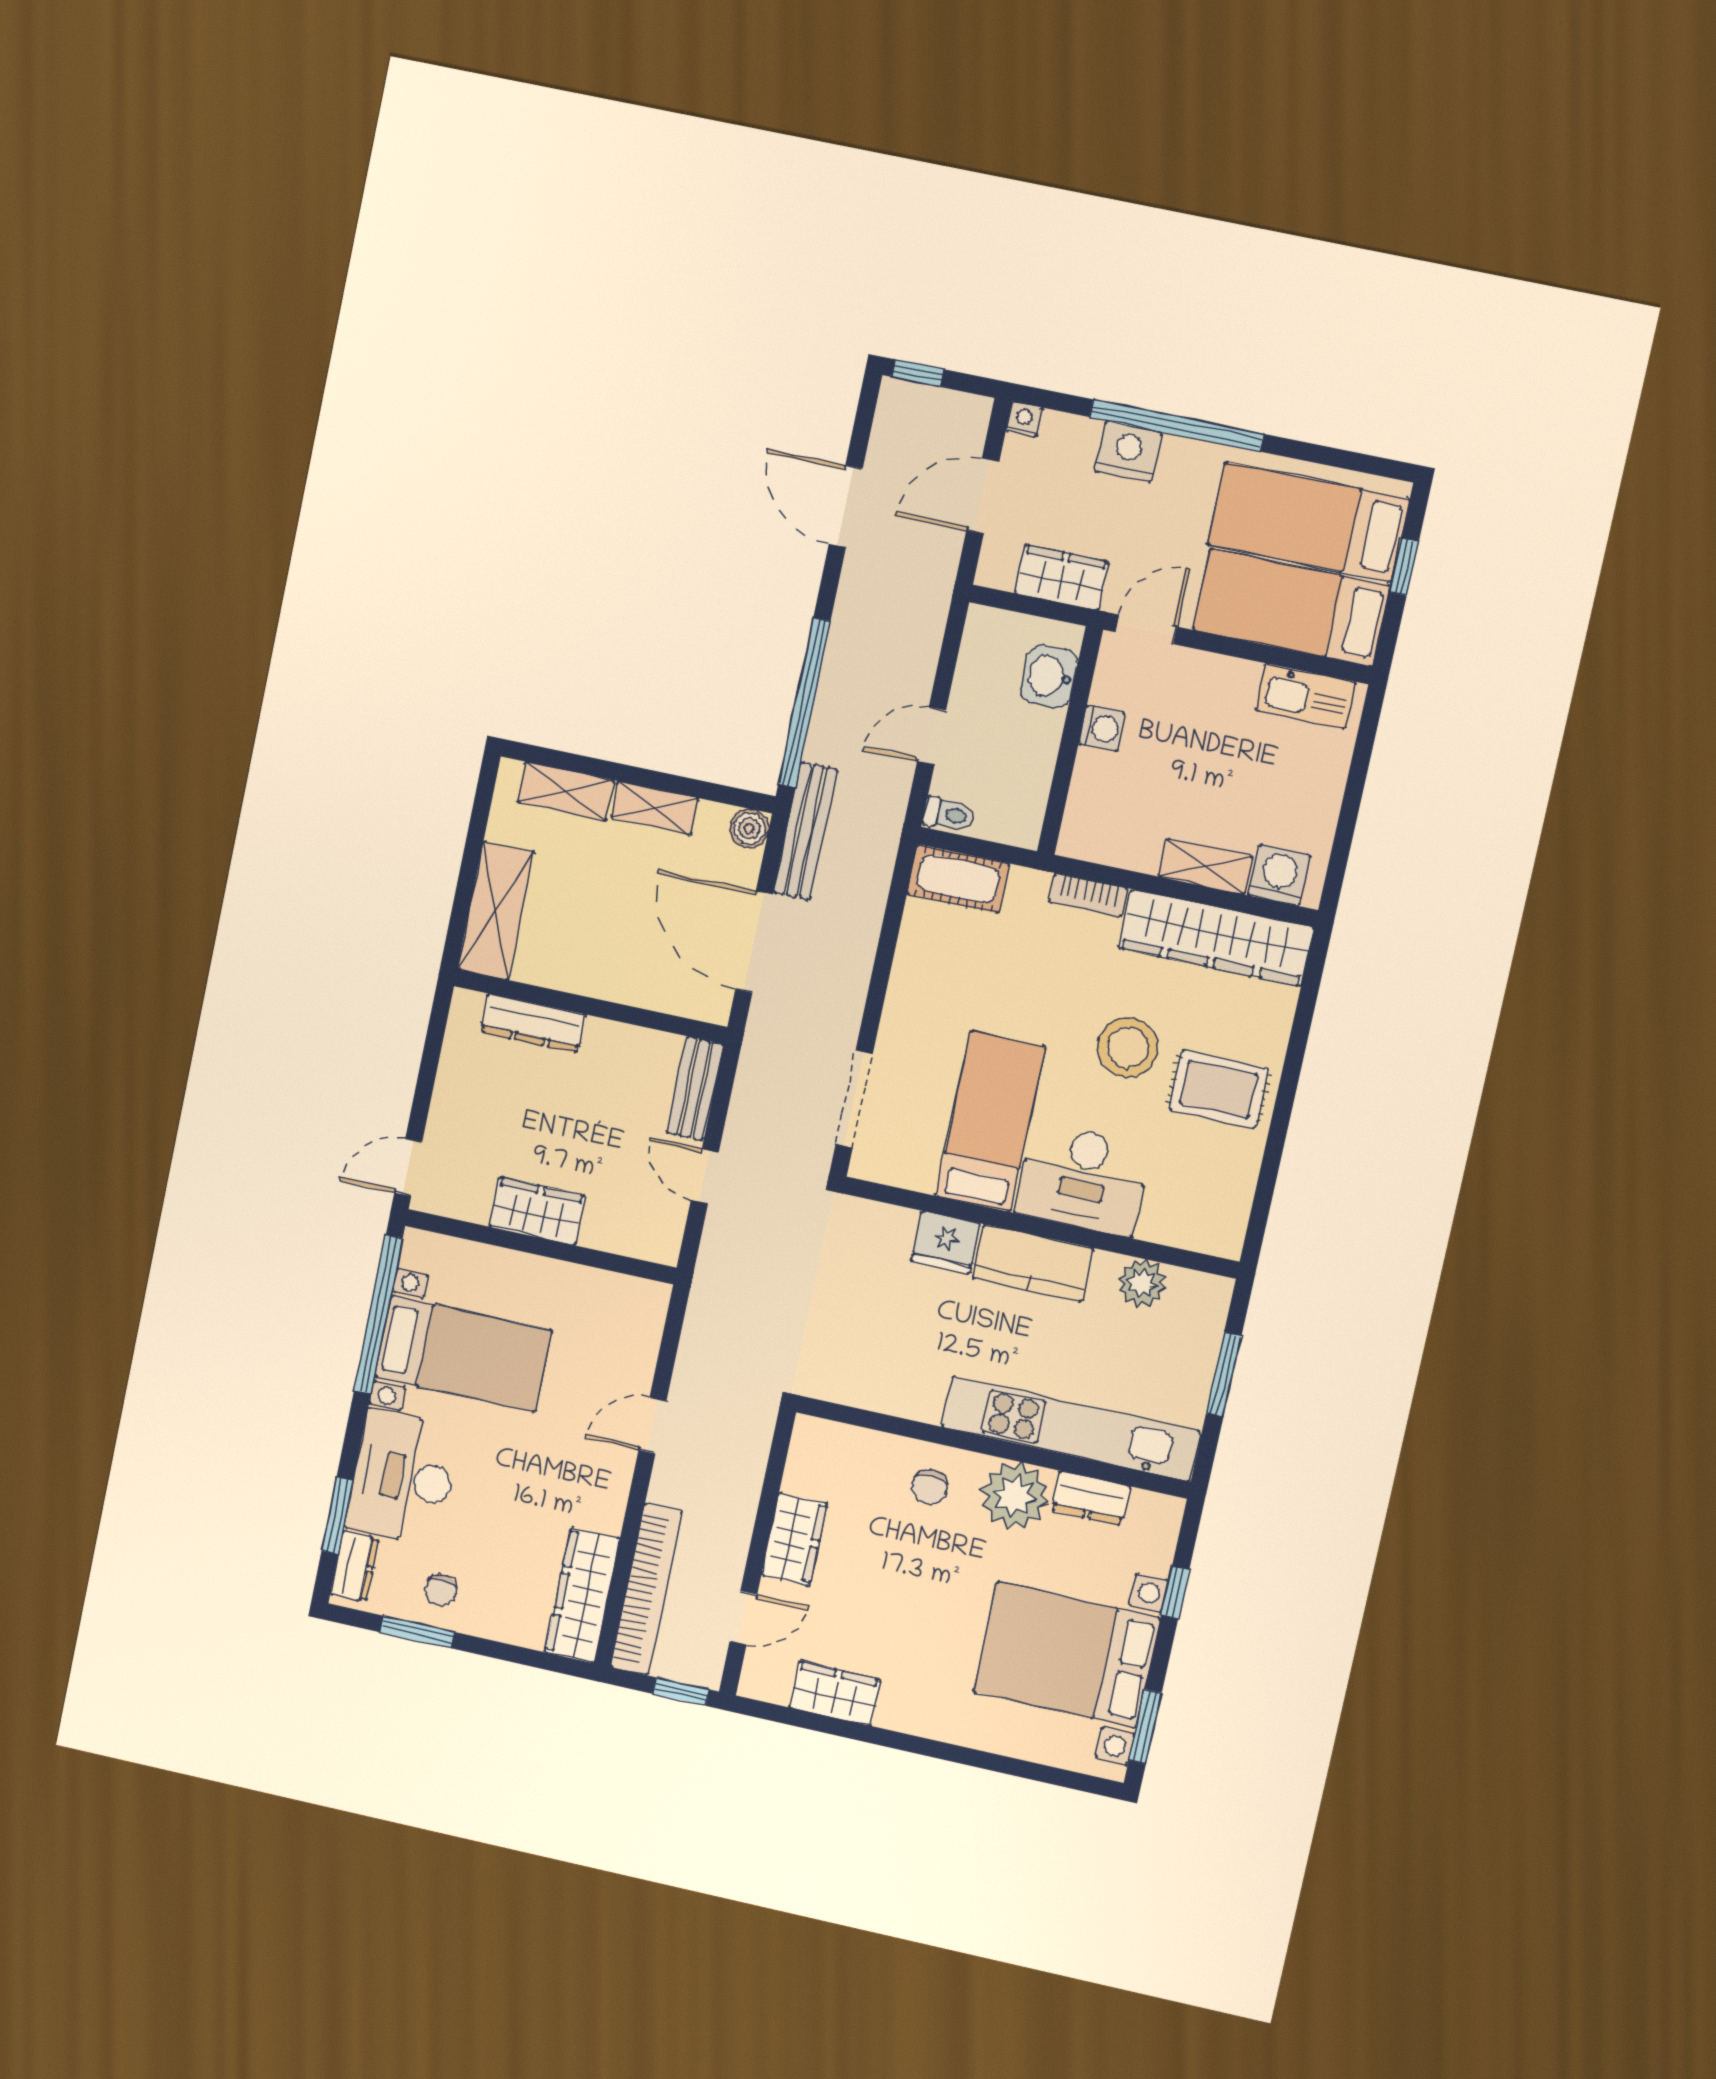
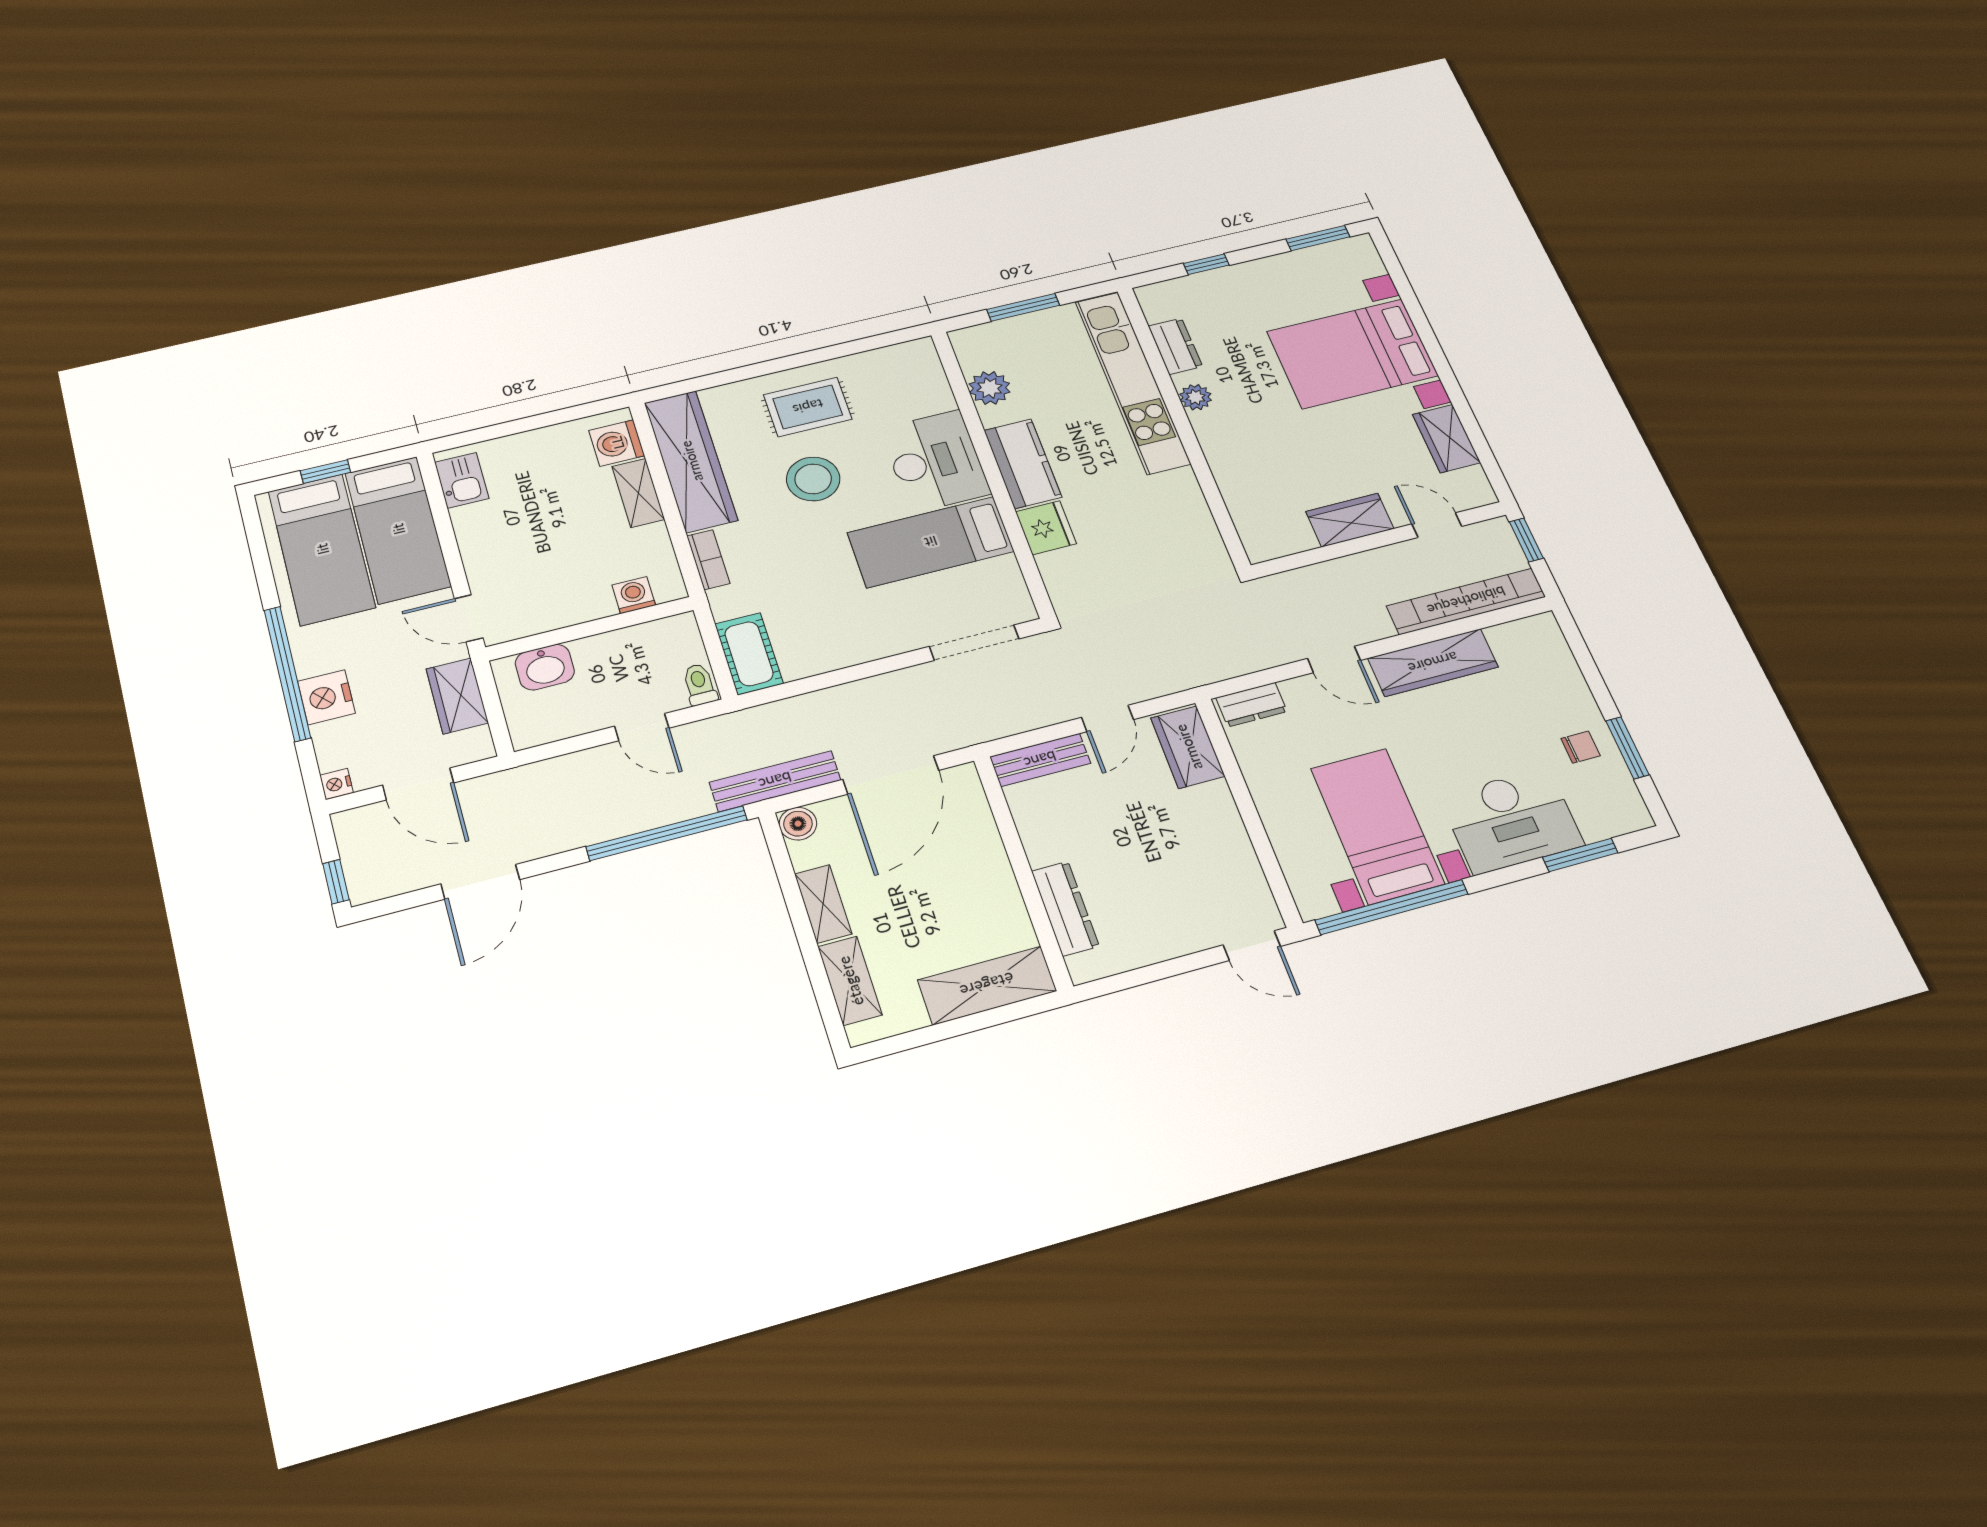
kitchen sink: (1305, 696) -> (462, 480), width x0.73
washing machine: (1102, 728) -> (634, 595), moved
rug: (1219, 1089) -> (808, 407), turned 90
wardrobe: (537, 1211) -> (1188, 747), moved
chair: (930, 1487) -> (1243, 451), removed
plant: (1015, 1496) -> (1196, 397), width x0.53, depth x0.53
dresser: (355, 1566) -> (1251, 705), moved, turned 180
wardrobe: (582, 1595) -> (1433, 663), moved
bed with nightstands: (1067, 1655) -> (1352, 354), moved, turned 90

